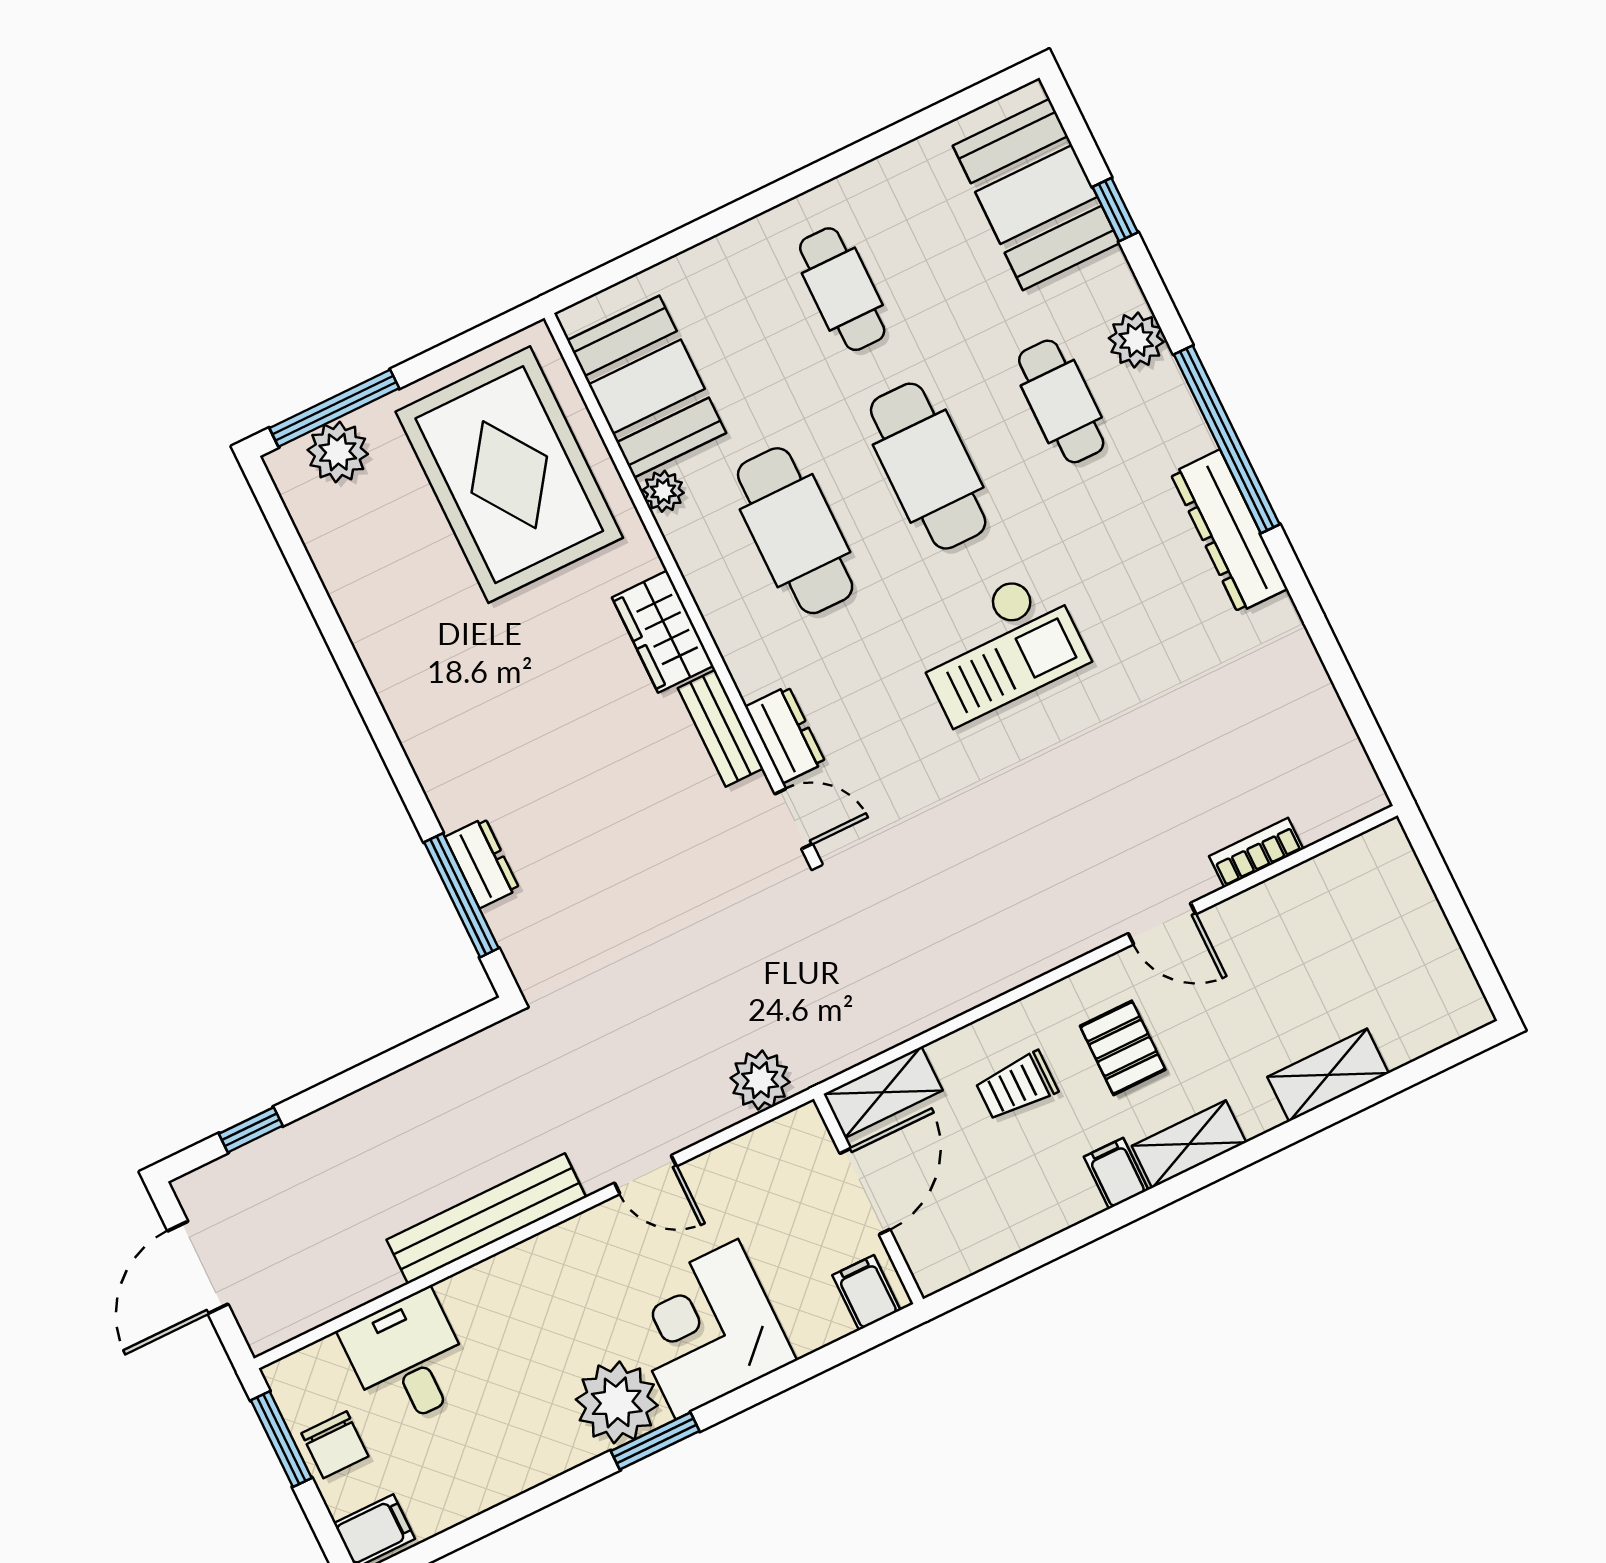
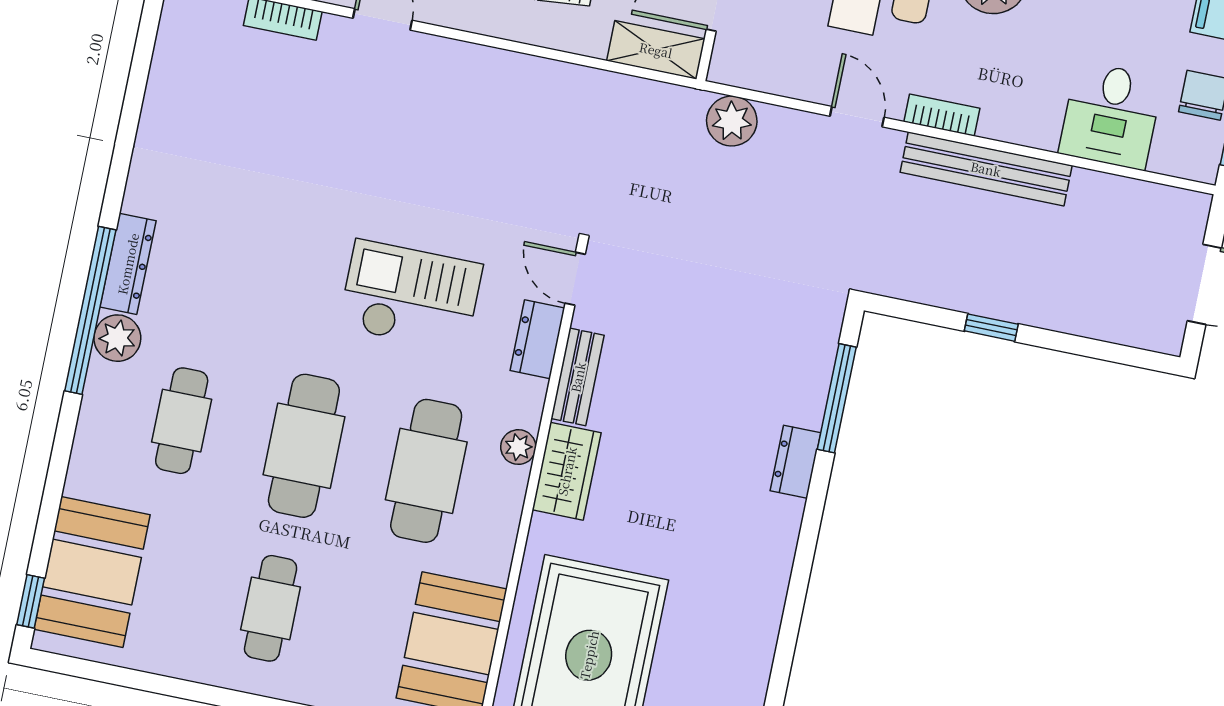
window: (1115, 210) -> (31, 601), moved
plant: (1136, 340) -> (117, 338), moved
plant: (663, 491) -> (518, 447), moved
dresser: (1229, 531) -> (128, 264), width x0.73, depth x0.80
checkout: (999, 647) -> (410, 296), moved
dresser: (482, 863) -> (795, 462), moved
window: (251, 1130) -> (991, 328), moved
bookcase: (567, 1237) -> (942, 115), added

